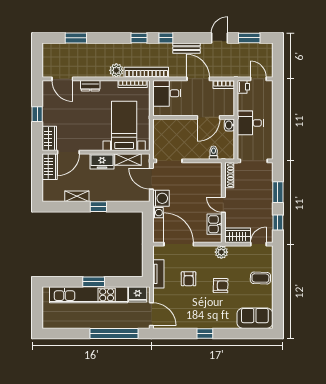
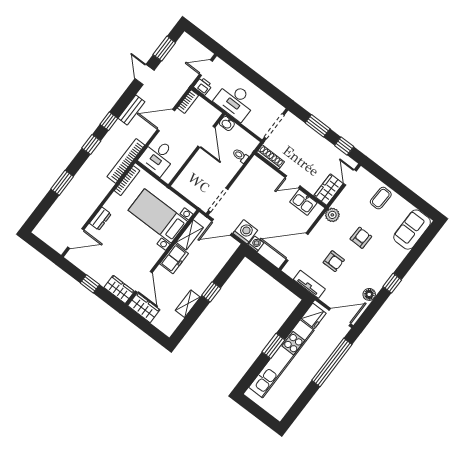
window: (76, 38) -> (62, 183), moved
plant: (116, 70) -> (104, 186), removed
desk: (250, 123) -> (235, 101), width x1.37
floor lamp: (184, 323) -> (369, 294), added

